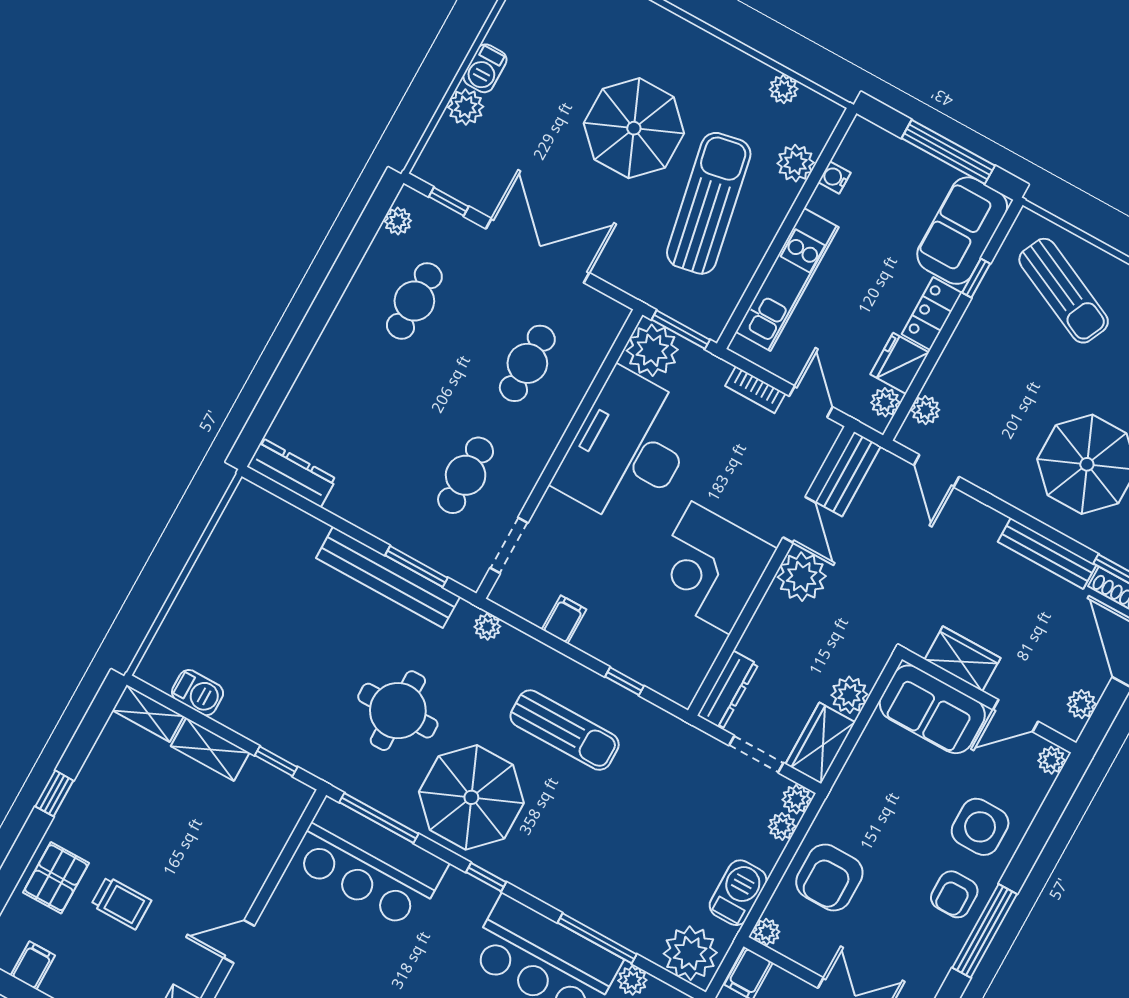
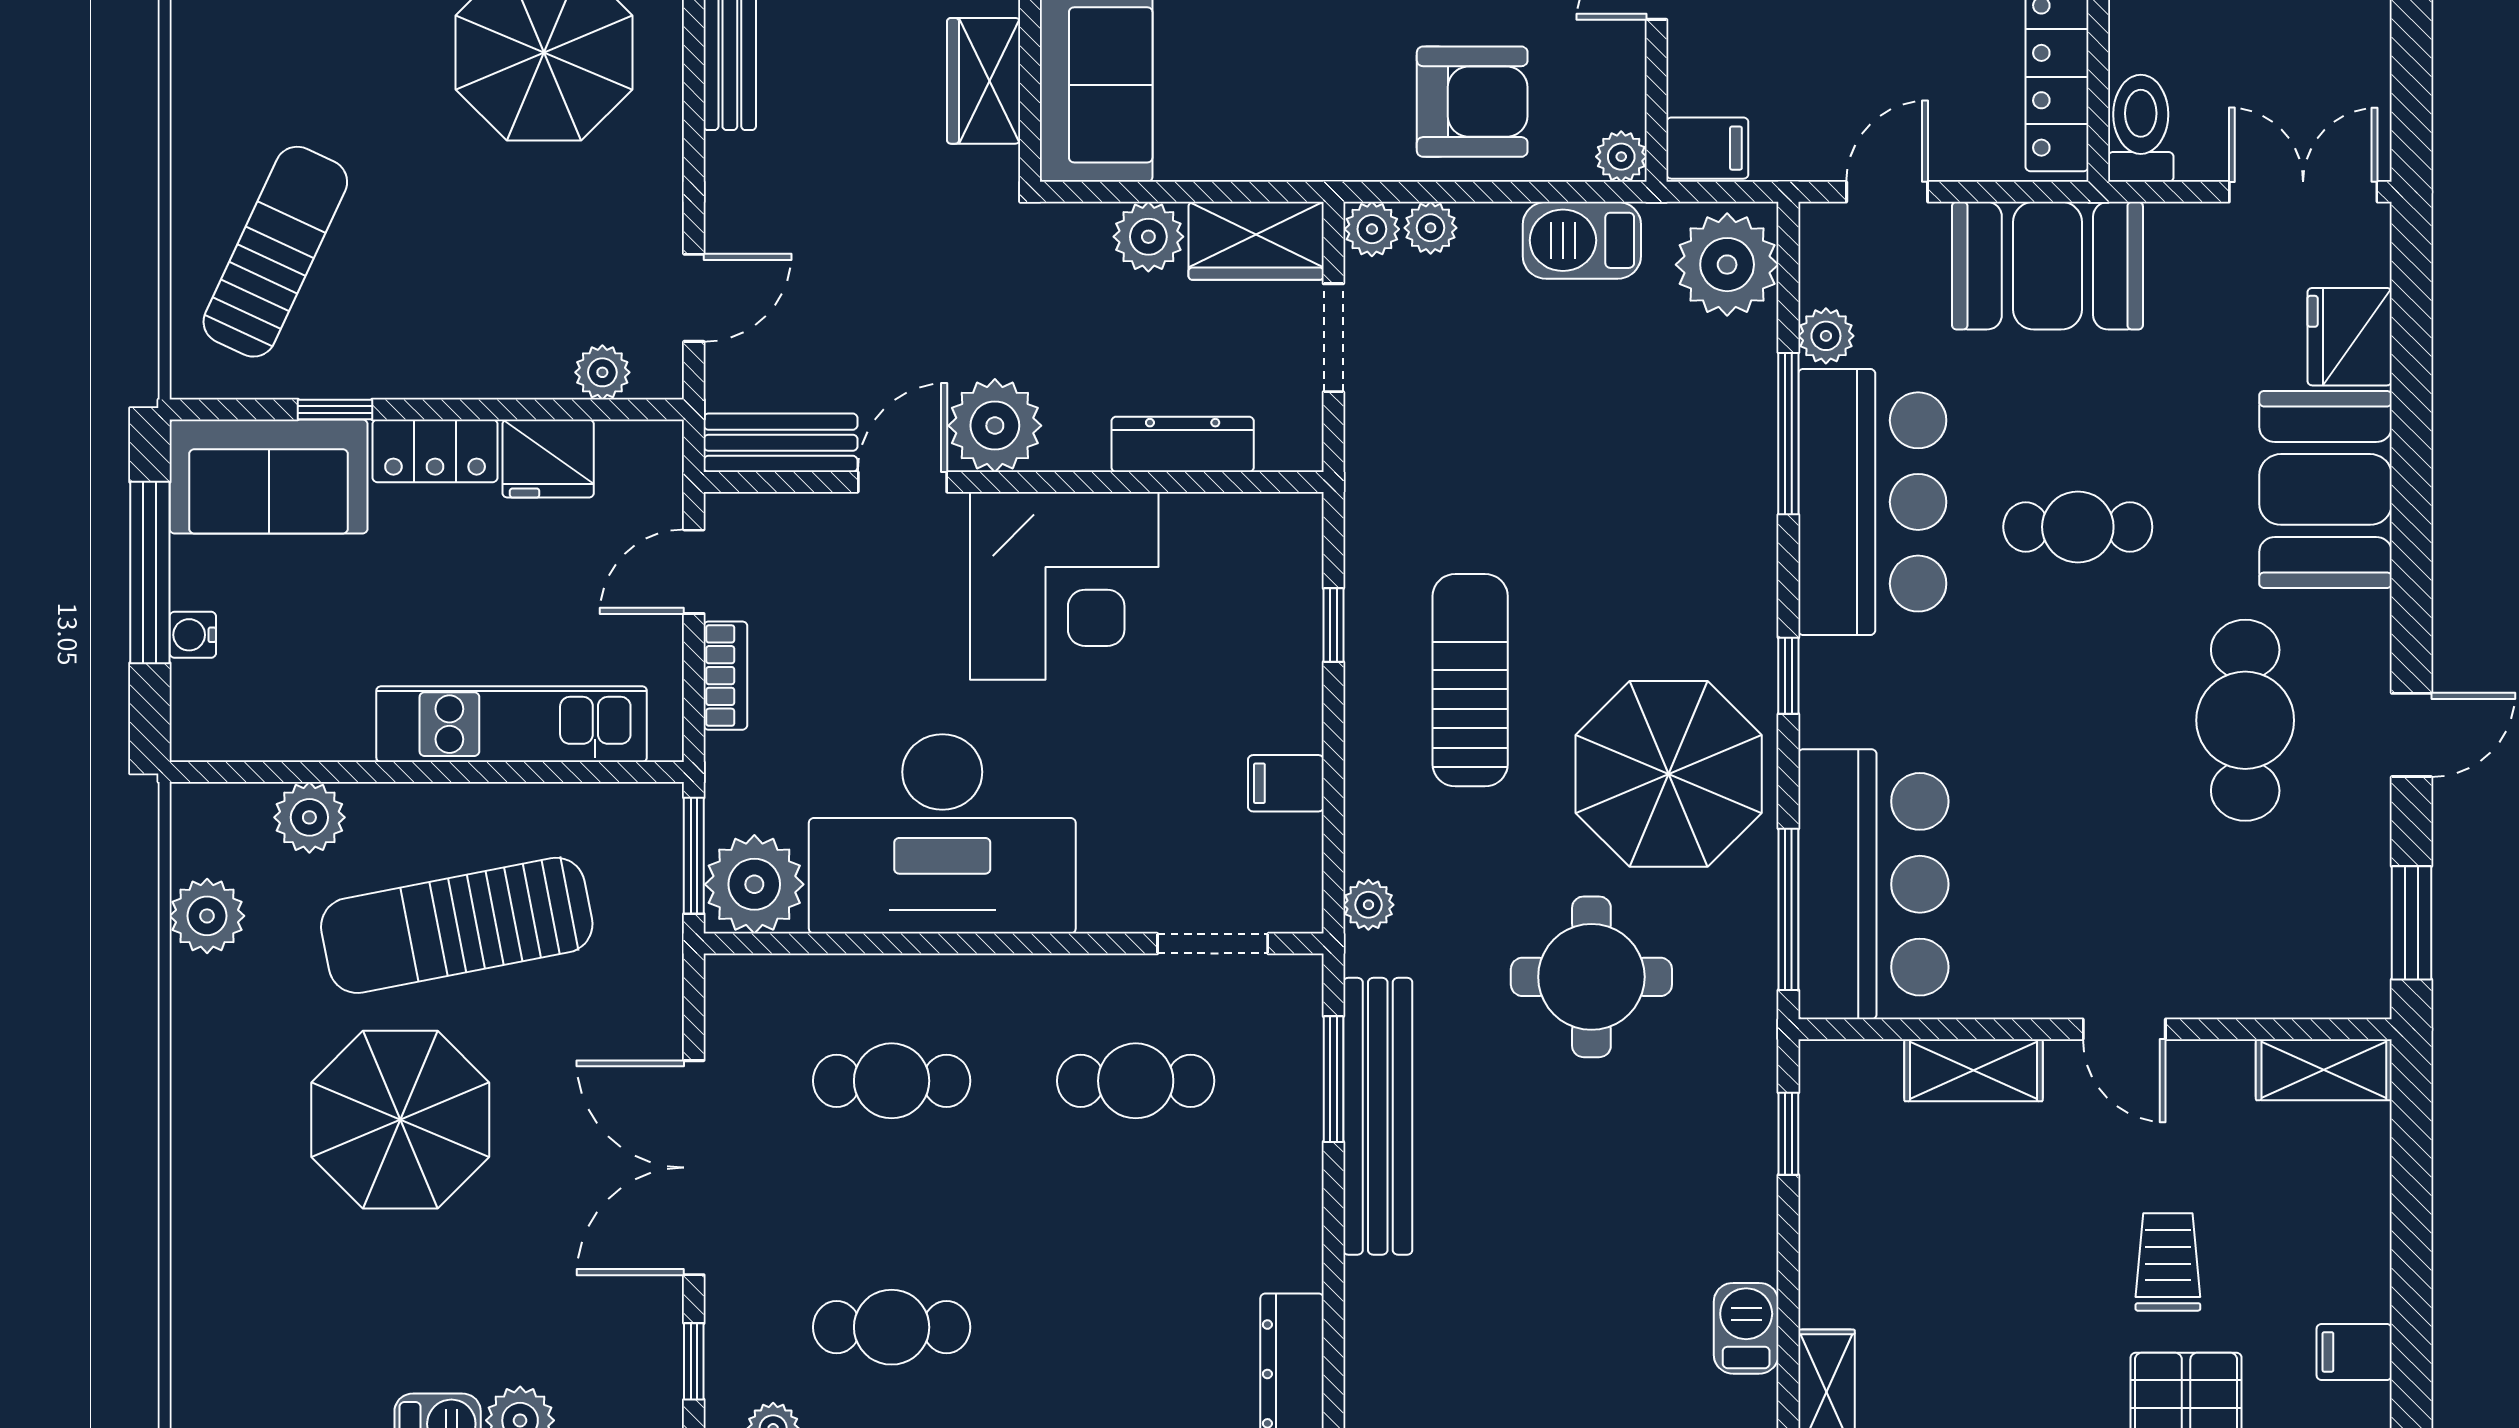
plant: (784, 89) -> (207, 916), width x1.38, depth x1.38
water cooler: (834, 177) -> (193, 635), moved, turned 90
plant: (885, 402) -> (626, 447), removed
dresser: (728, 690) -> (1183, 444), moved
shelving: (210, 749) -> (1973, 1070), moved, turned 90

